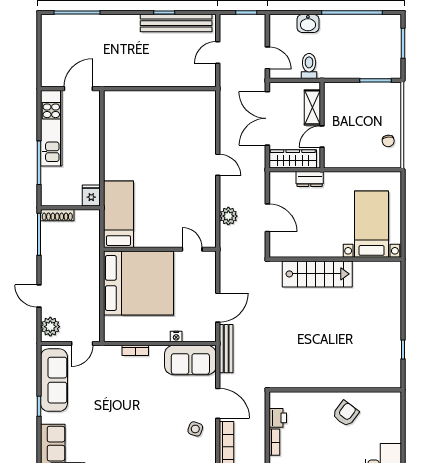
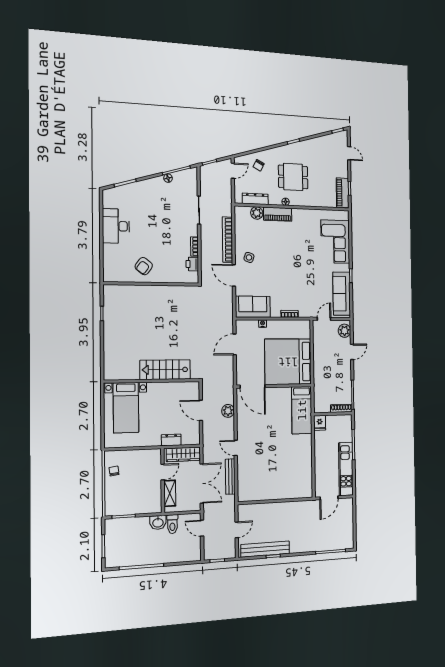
washbasin: (308, 23) -> (158, 523), moved, turned 180
door: (192, 249) -> (252, 386), width x1.88
door: (39, 296) -> (352, 352), hinge flipped
bench: (226, 349) -> (230, 477), moved

